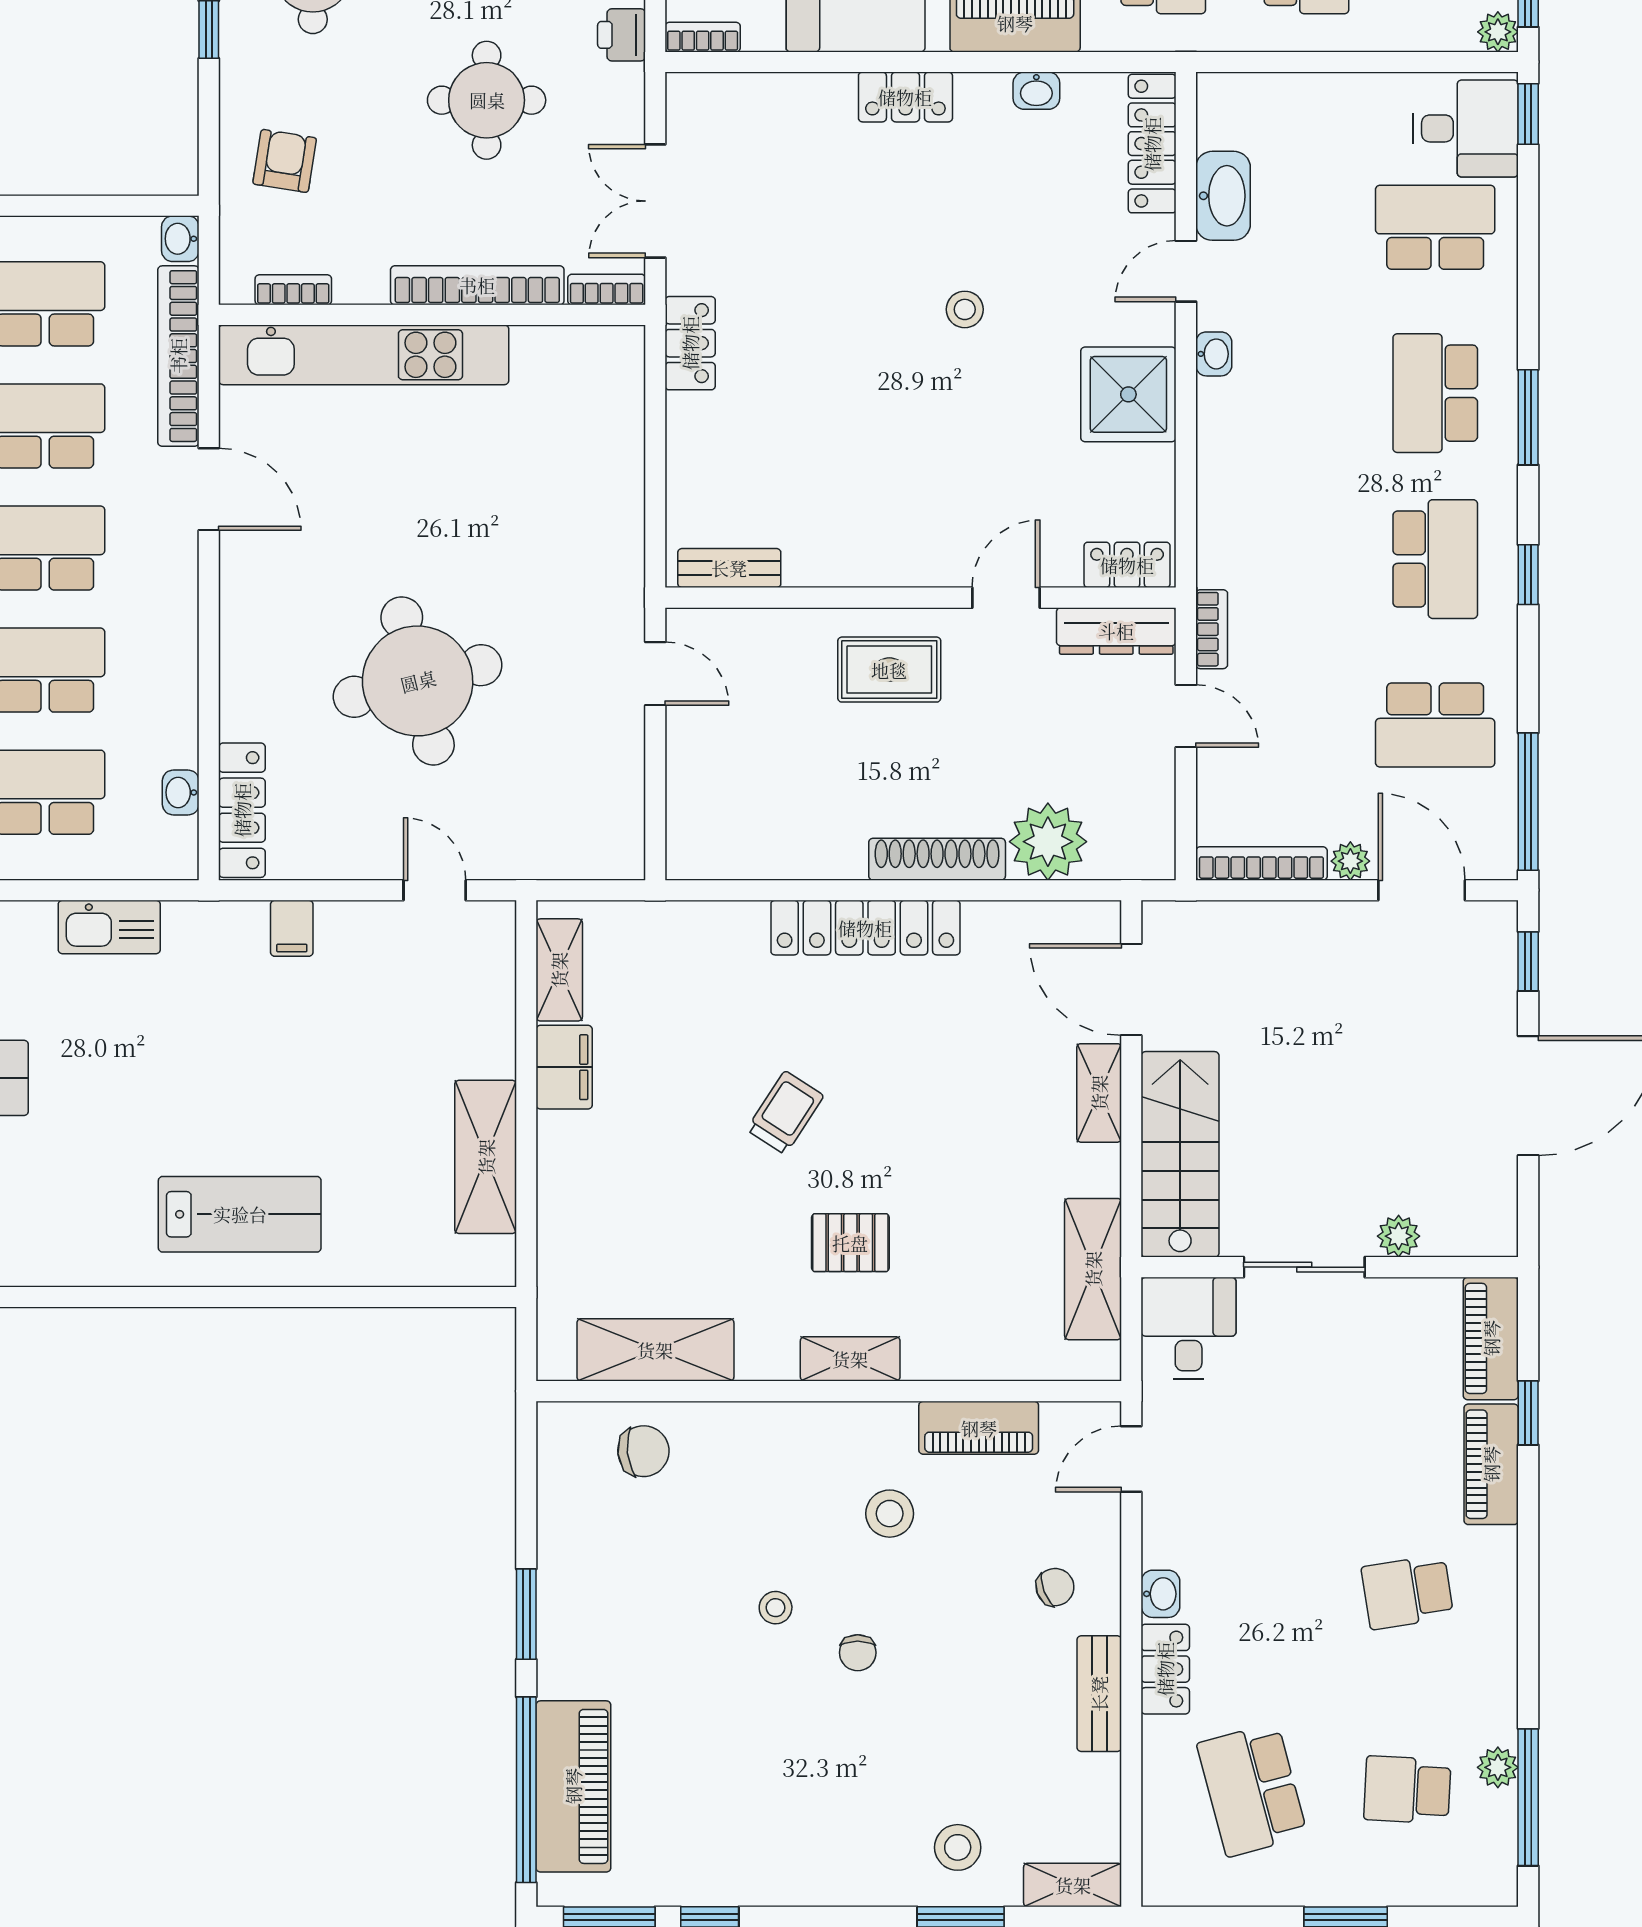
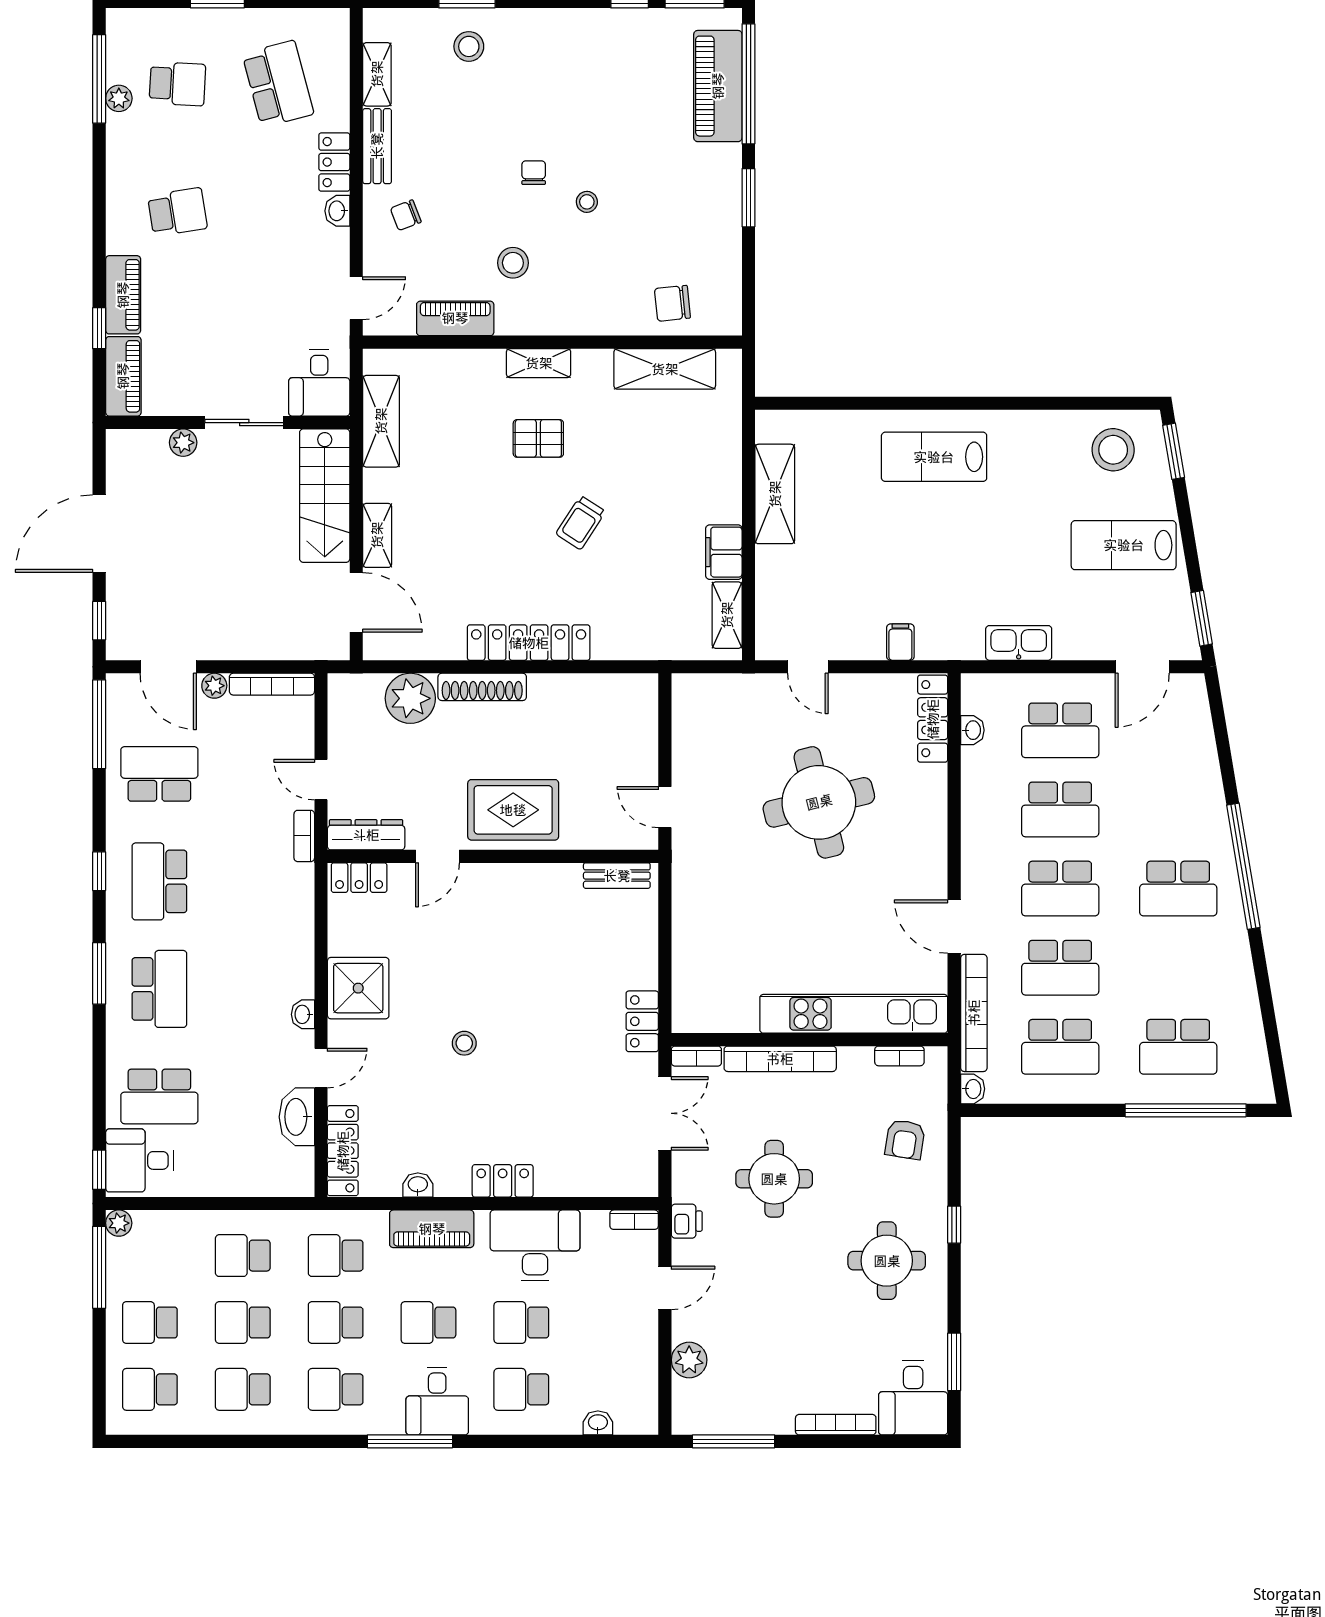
rug: (889, 670) -> (513, 810), width x1.36, depth x1.43
shelving: (1073, 1885) -> (377, 74), moved, turned 90

